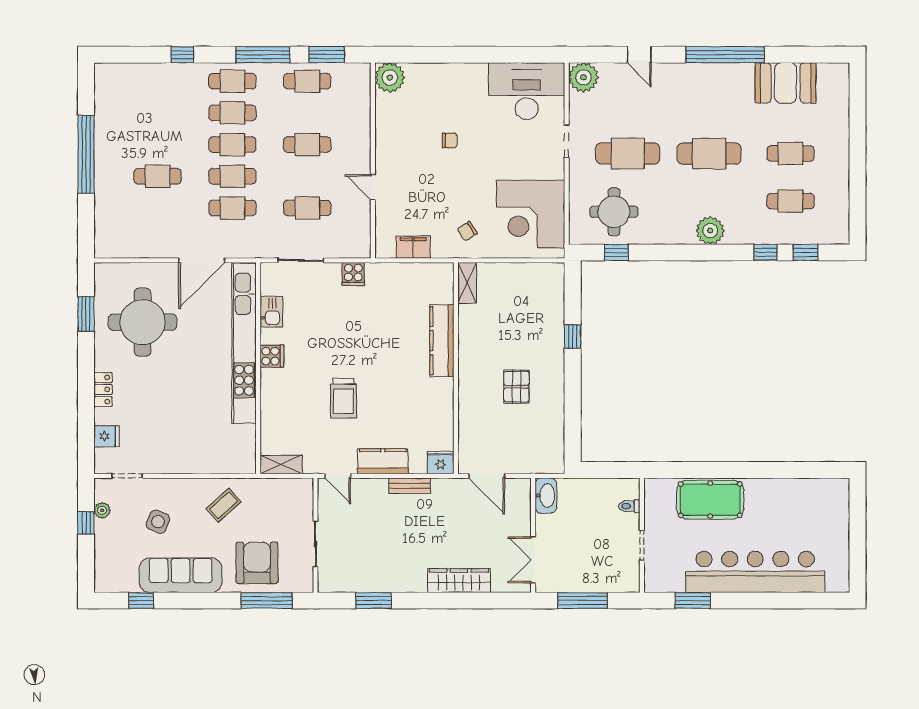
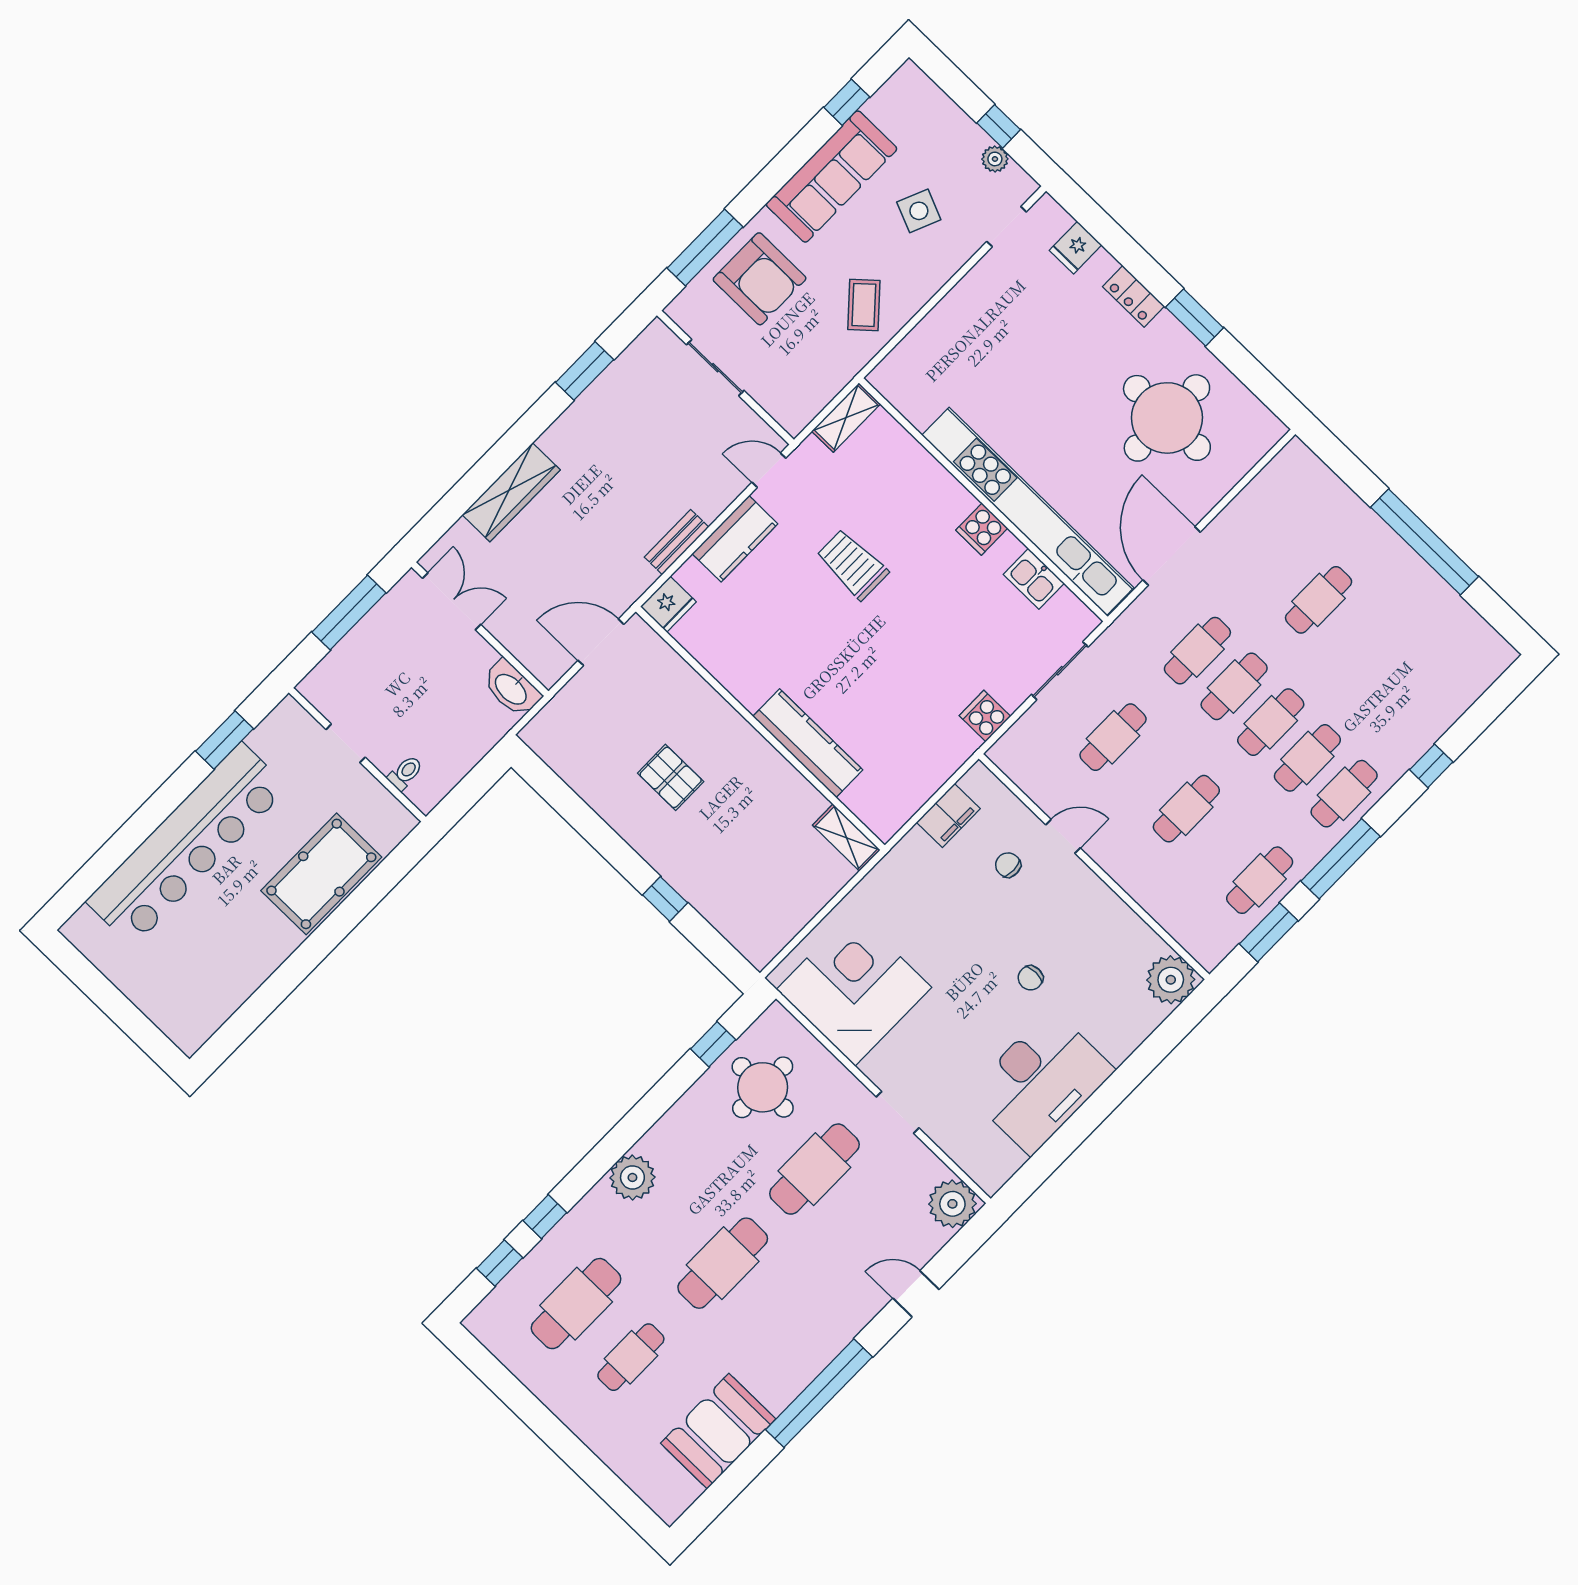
desk: (527, 91) -> (1041, 1082), moved
cafe table: (790, 201) -> (576, 1304), width x1.37, depth x1.35
chair: (467, 231) -> (1008, 865), moved, turned -58
window: (86, 314) -> (1195, 317), moved

